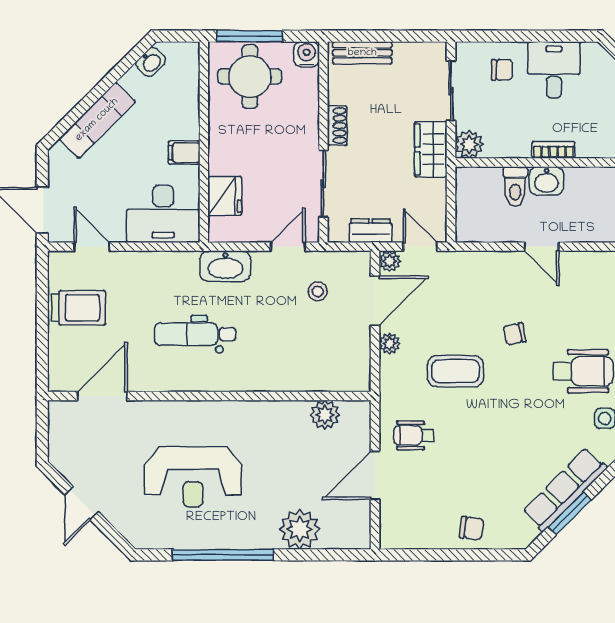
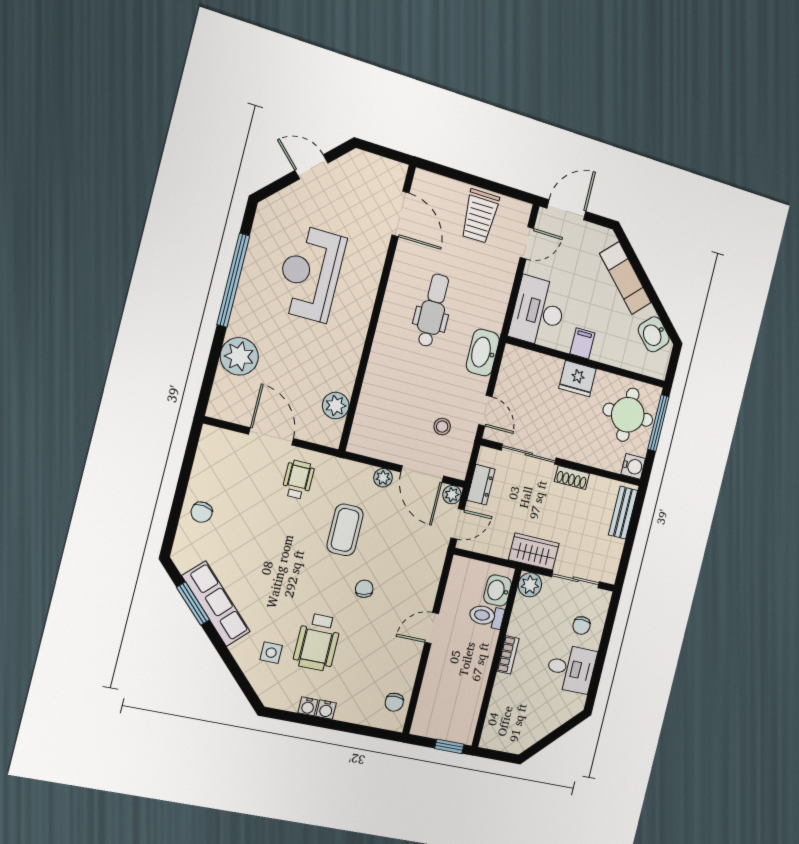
washbasin: (151, 62) -> (654, 334), width x1.38, depth x1.45
washbasin: (547, 181) -> (498, 590), moved
fridge: (225, 196) -> (577, 379), moved

